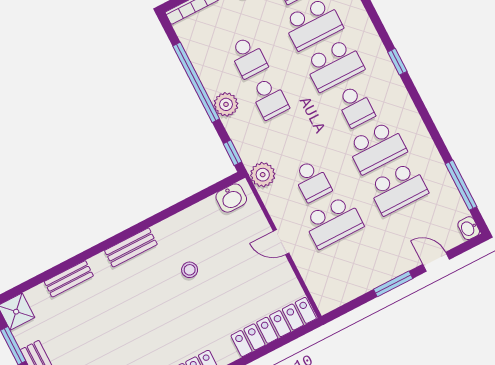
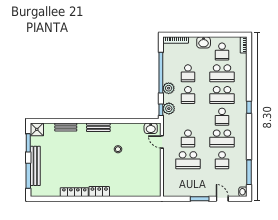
plant: (263, 175) -> (169, 109), moved
school desk: (398, 189) -> (222, 160), width x0.54
door: (281, 242) -> (162, 142), moved
locker: (274, 327) -> (141, 191), removed

